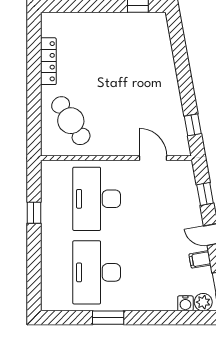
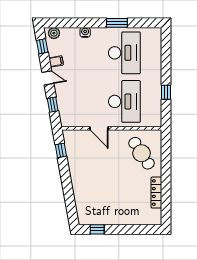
door: (153, 158) -> (99, 128), moved
water cooler: (185, 303) -> (85, 32), moved

